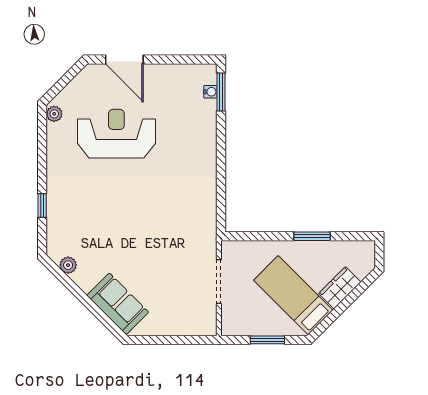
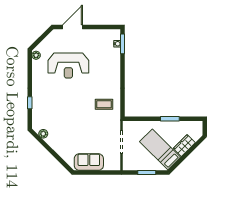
door: (124, 59) -> (72, 27), swing flipped
reception desk: (116, 134) -> (68, 65), turned 180
coffee table: (185, 208) -> (104, 104), added
sofa: (118, 304) -> (89, 162), moved, turned -45

